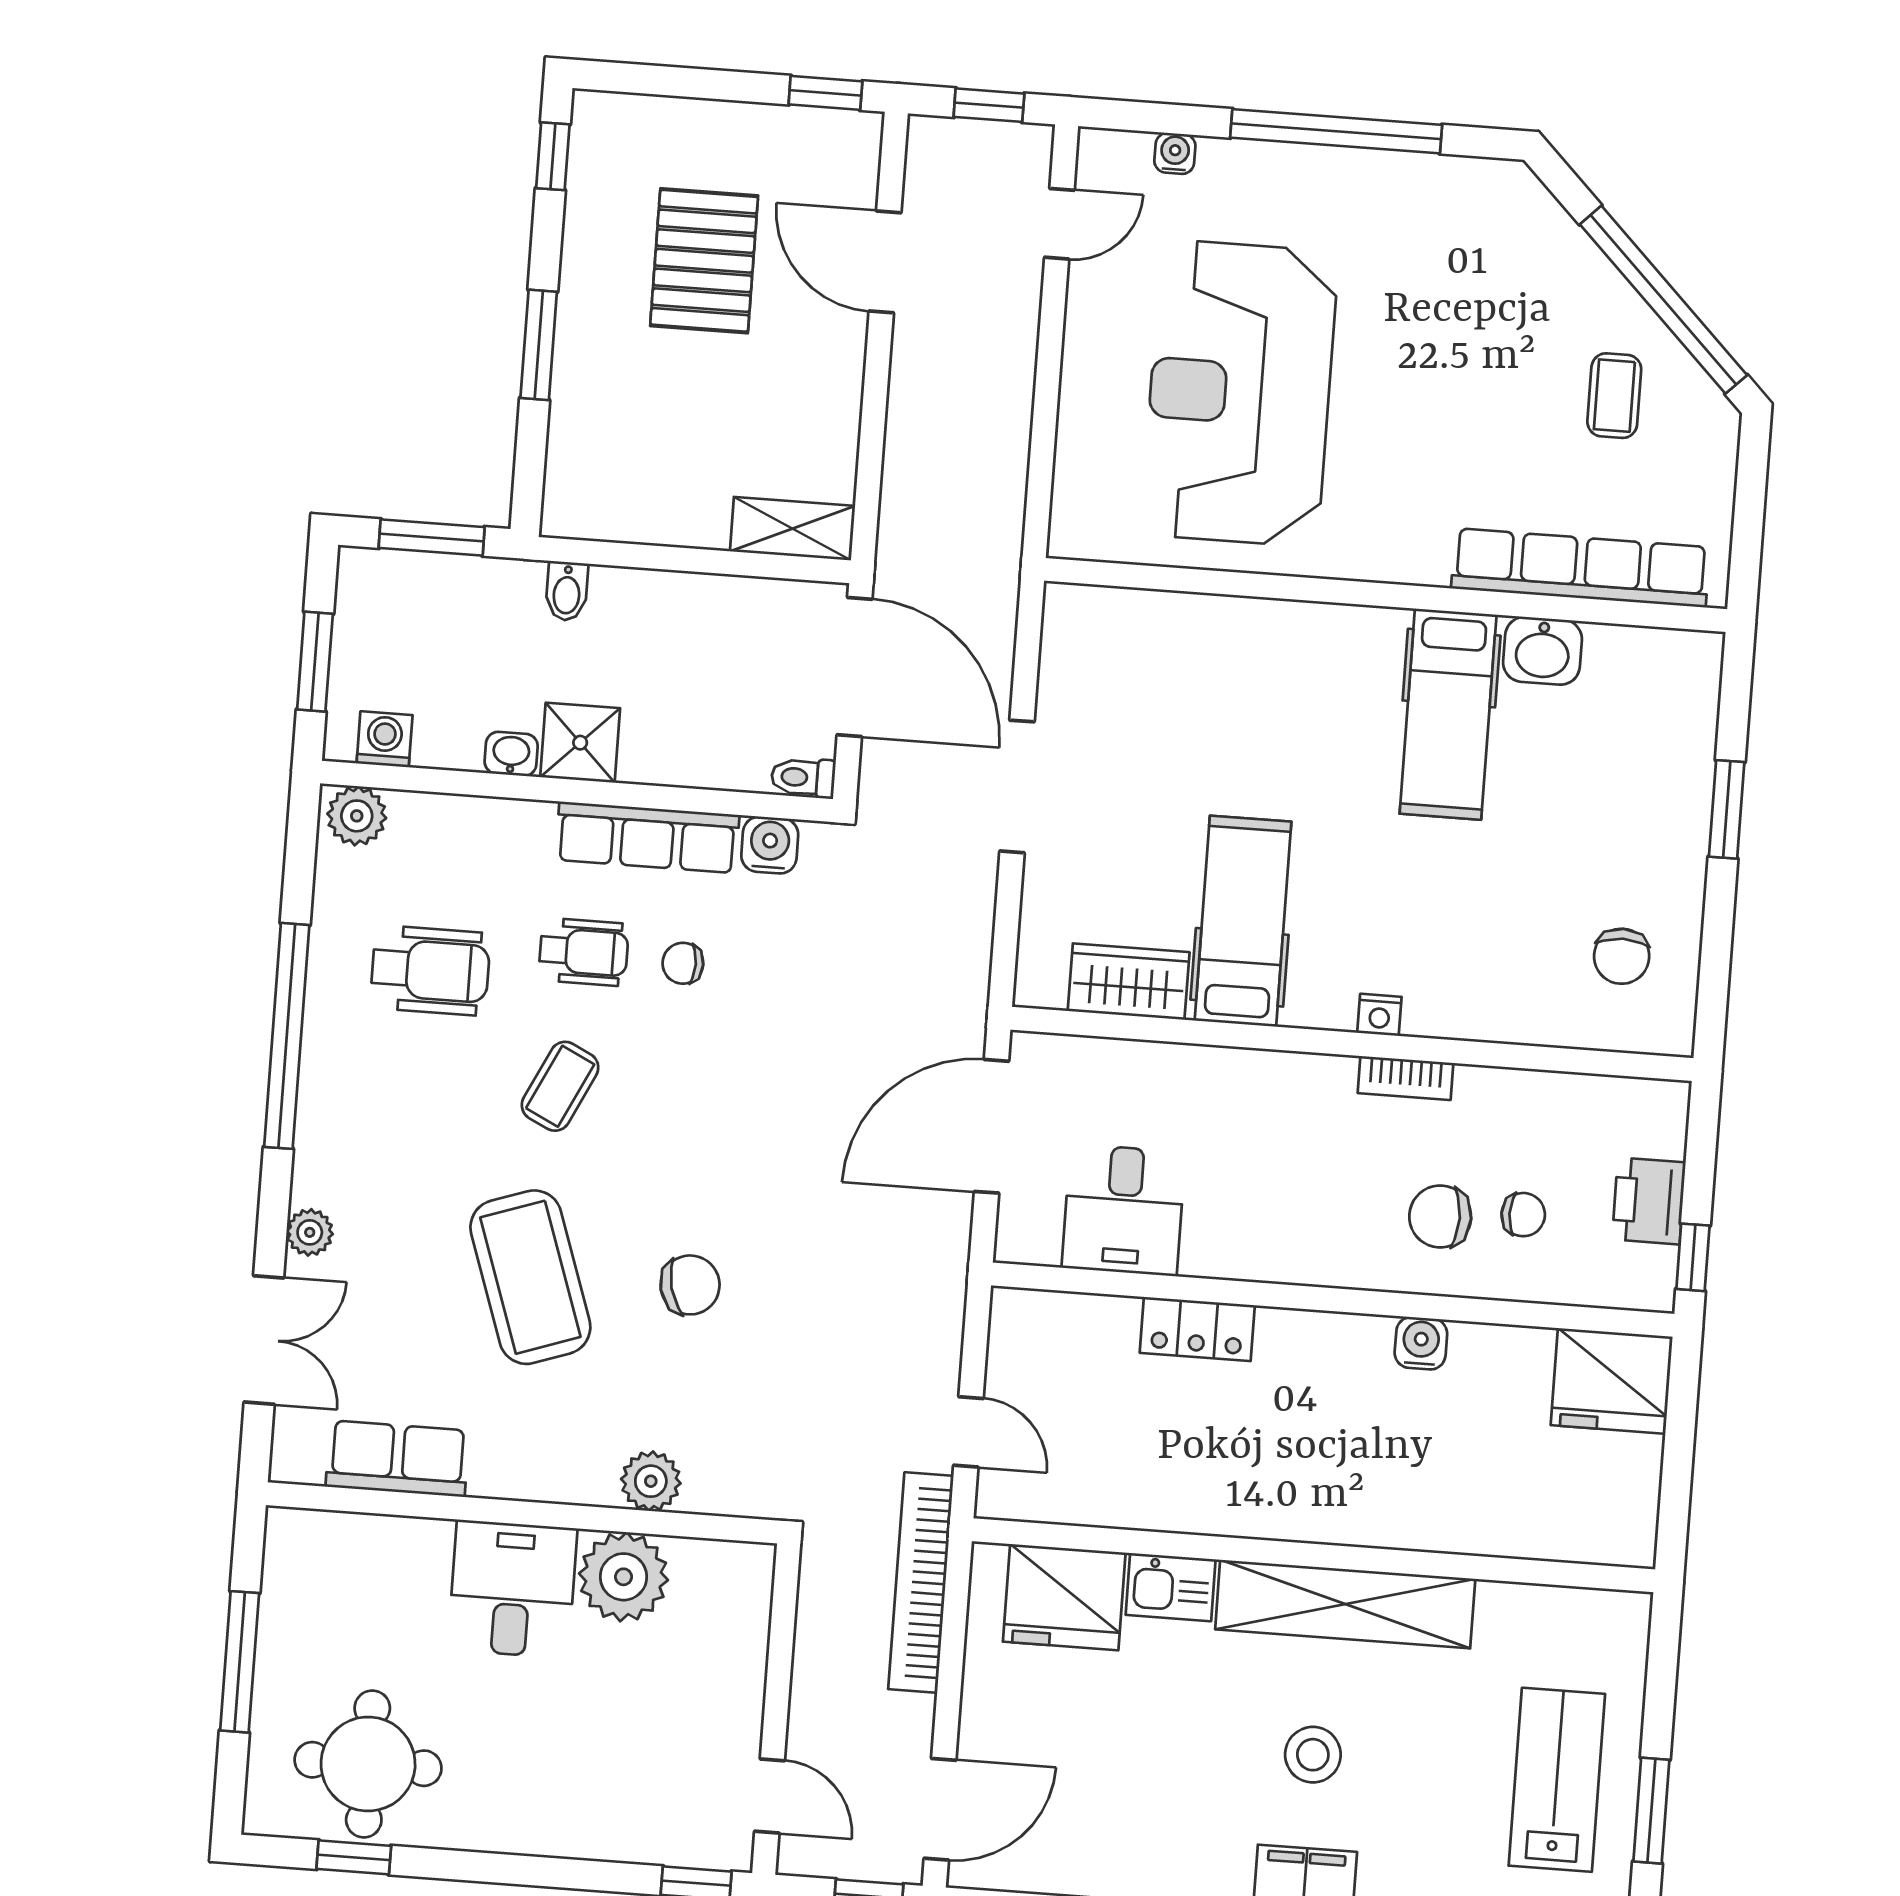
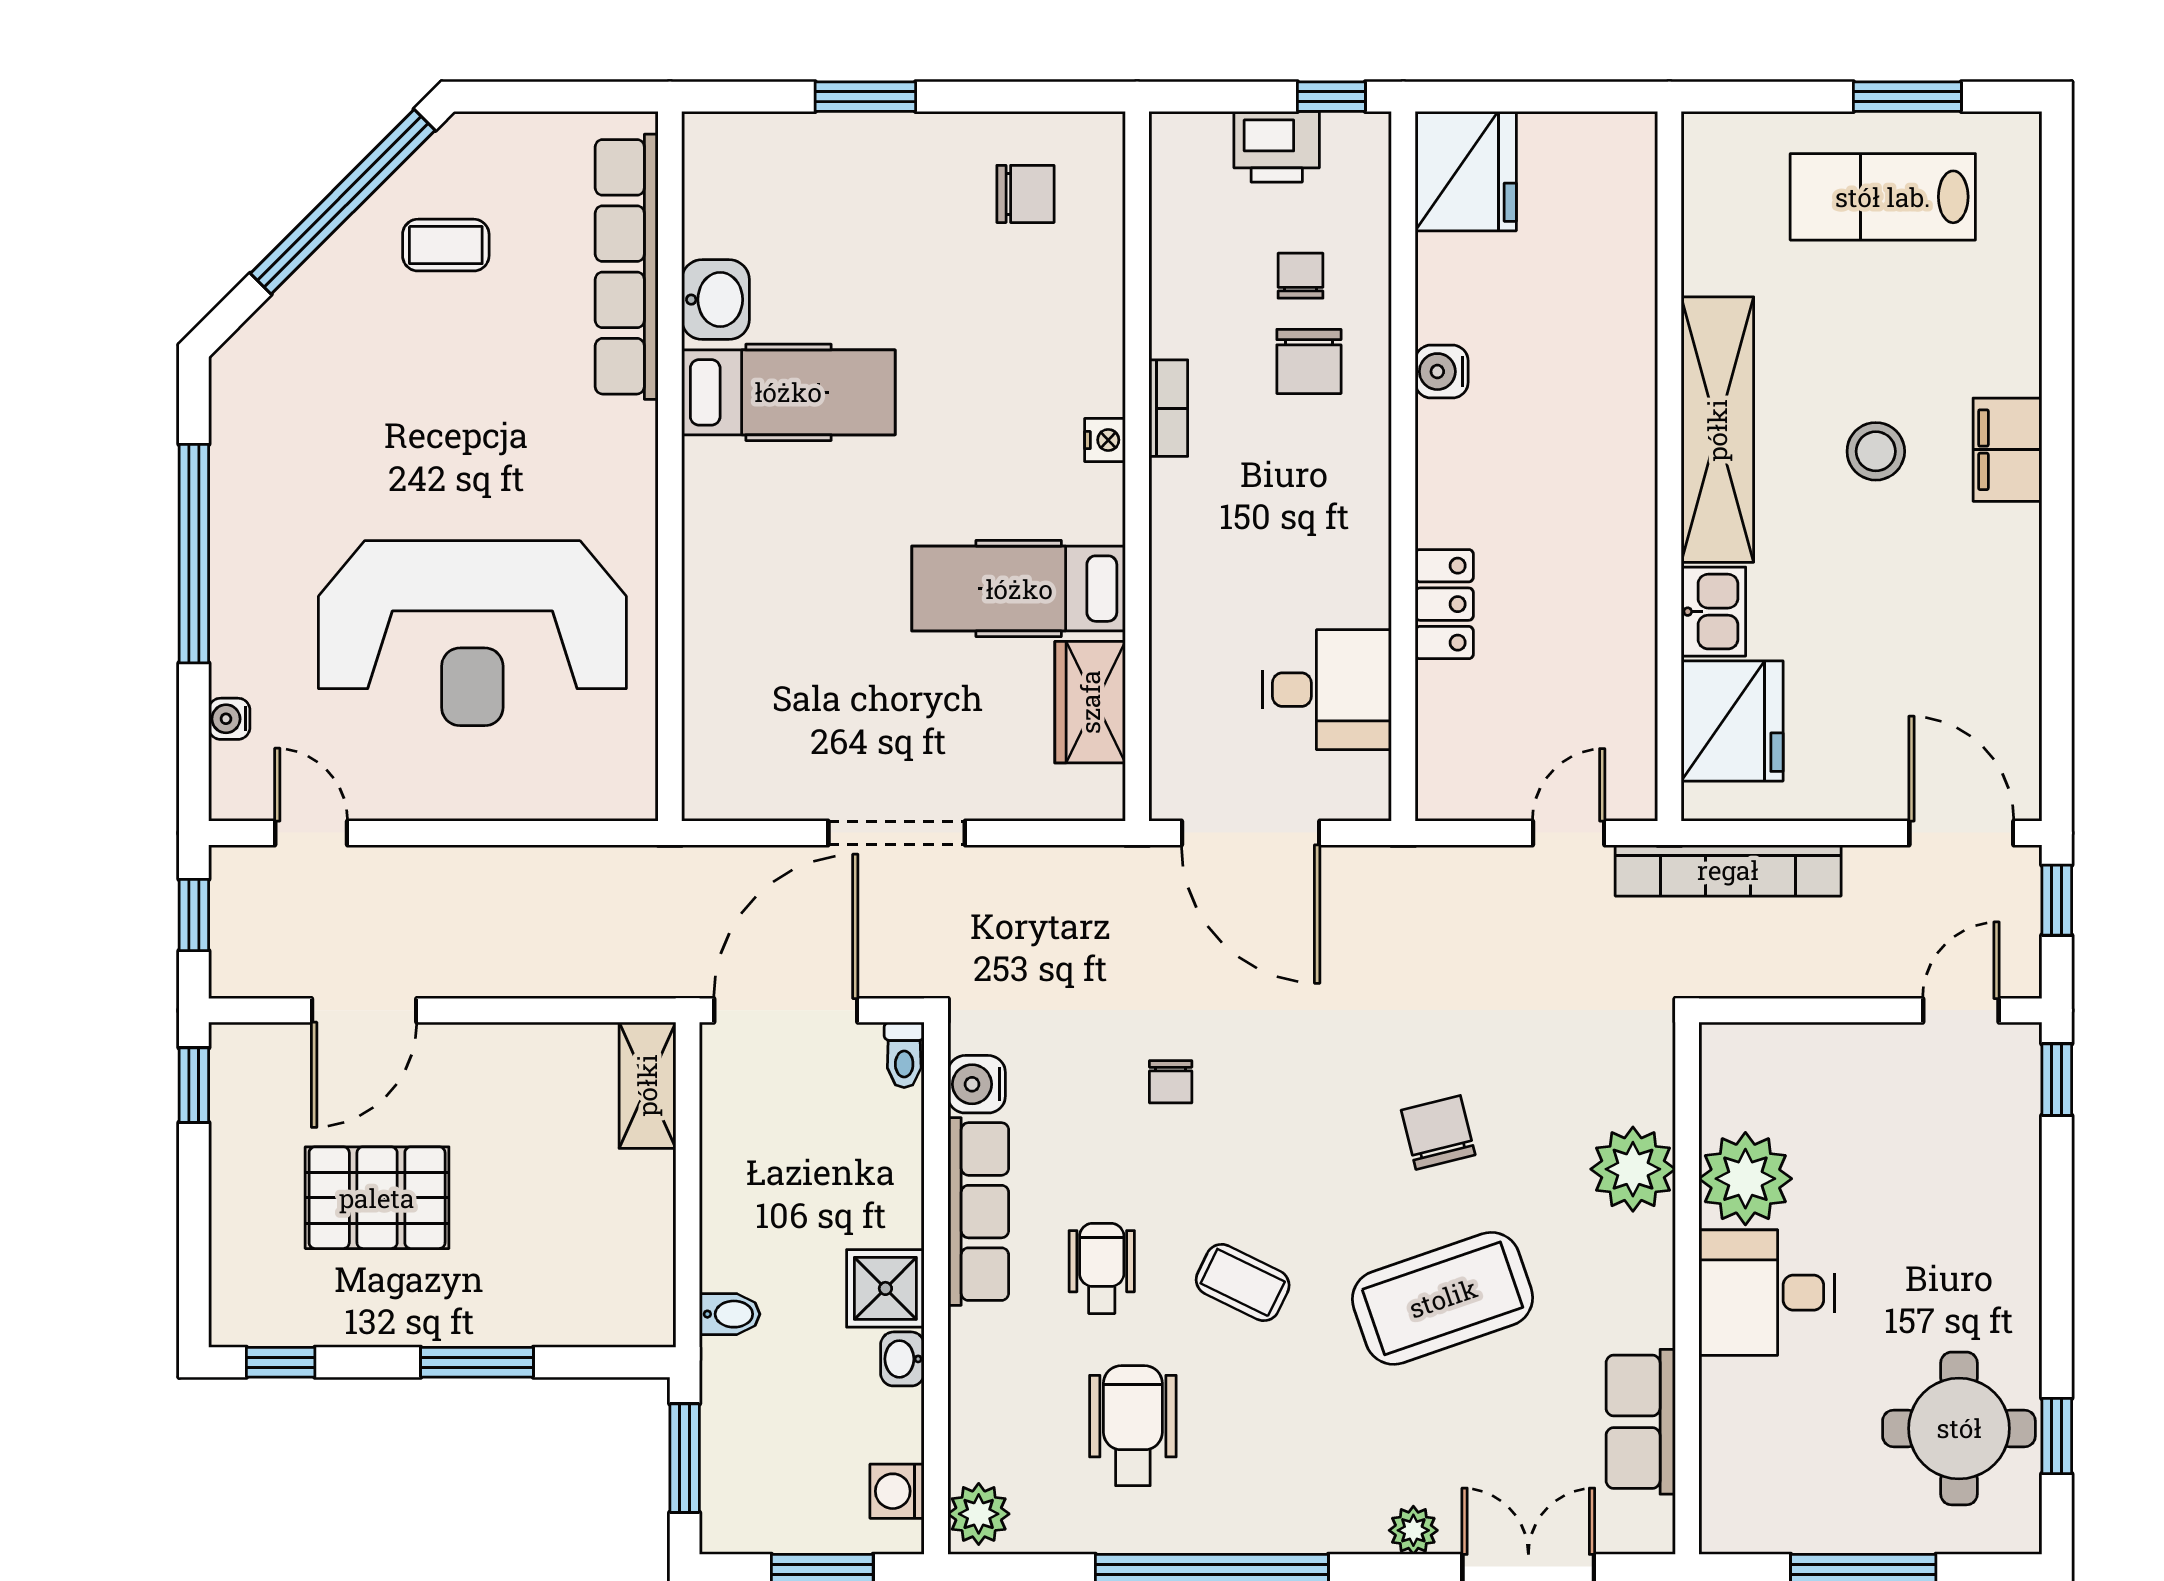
chair: (683, 963) -> (1171, 1082), moved
plant: (651, 1481) -> (1633, 1169), width x1.36, depth x1.36

